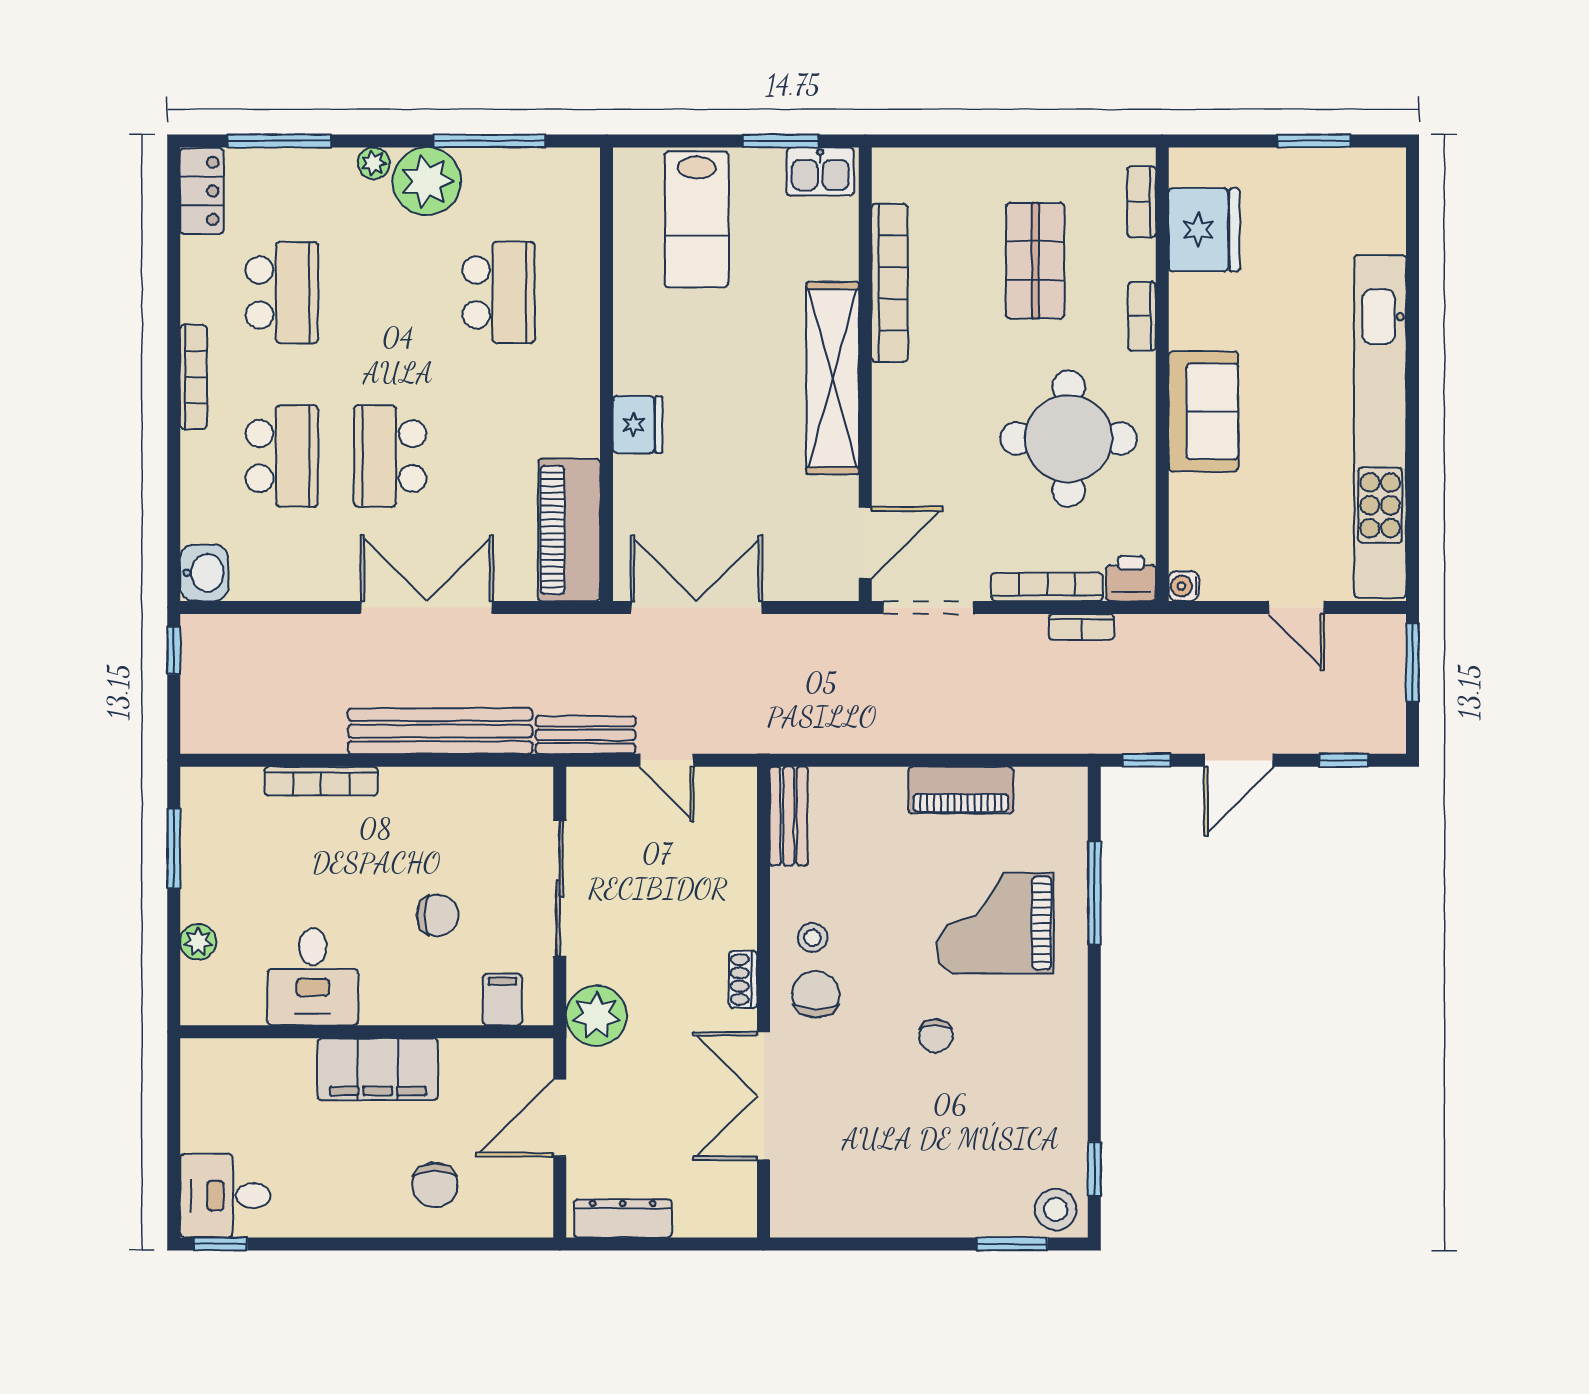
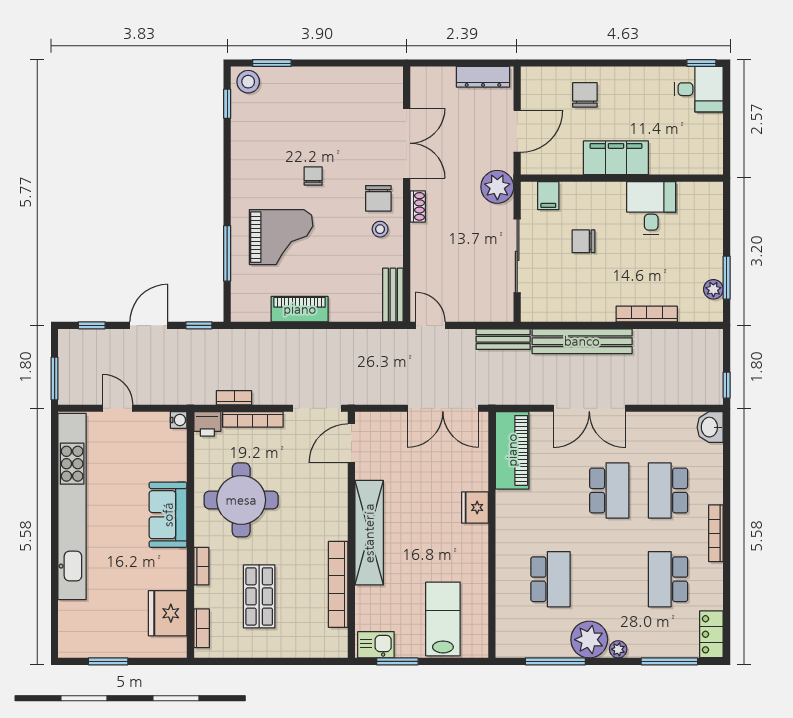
school desk: (498, 292) -> (550, 579), turned 180
door: (666, 760) -> (430, 325), moved
plant: (198, 942) -> (713, 289), moved

